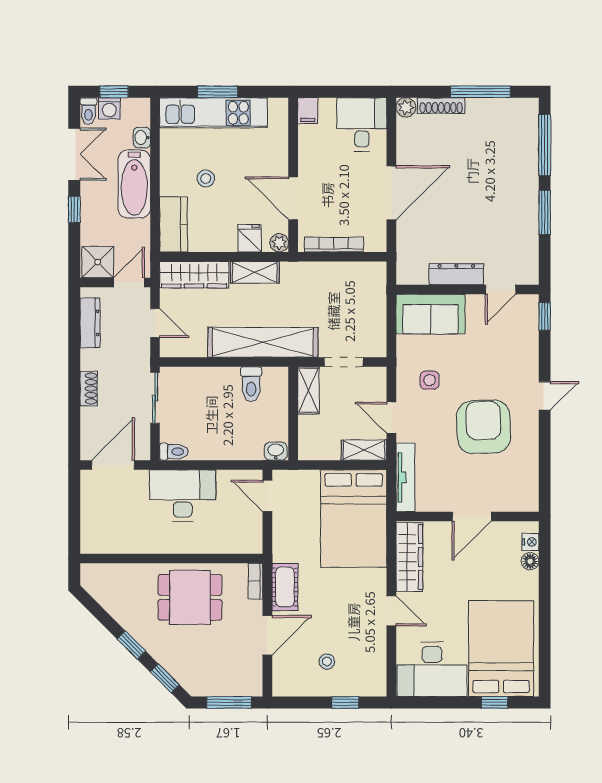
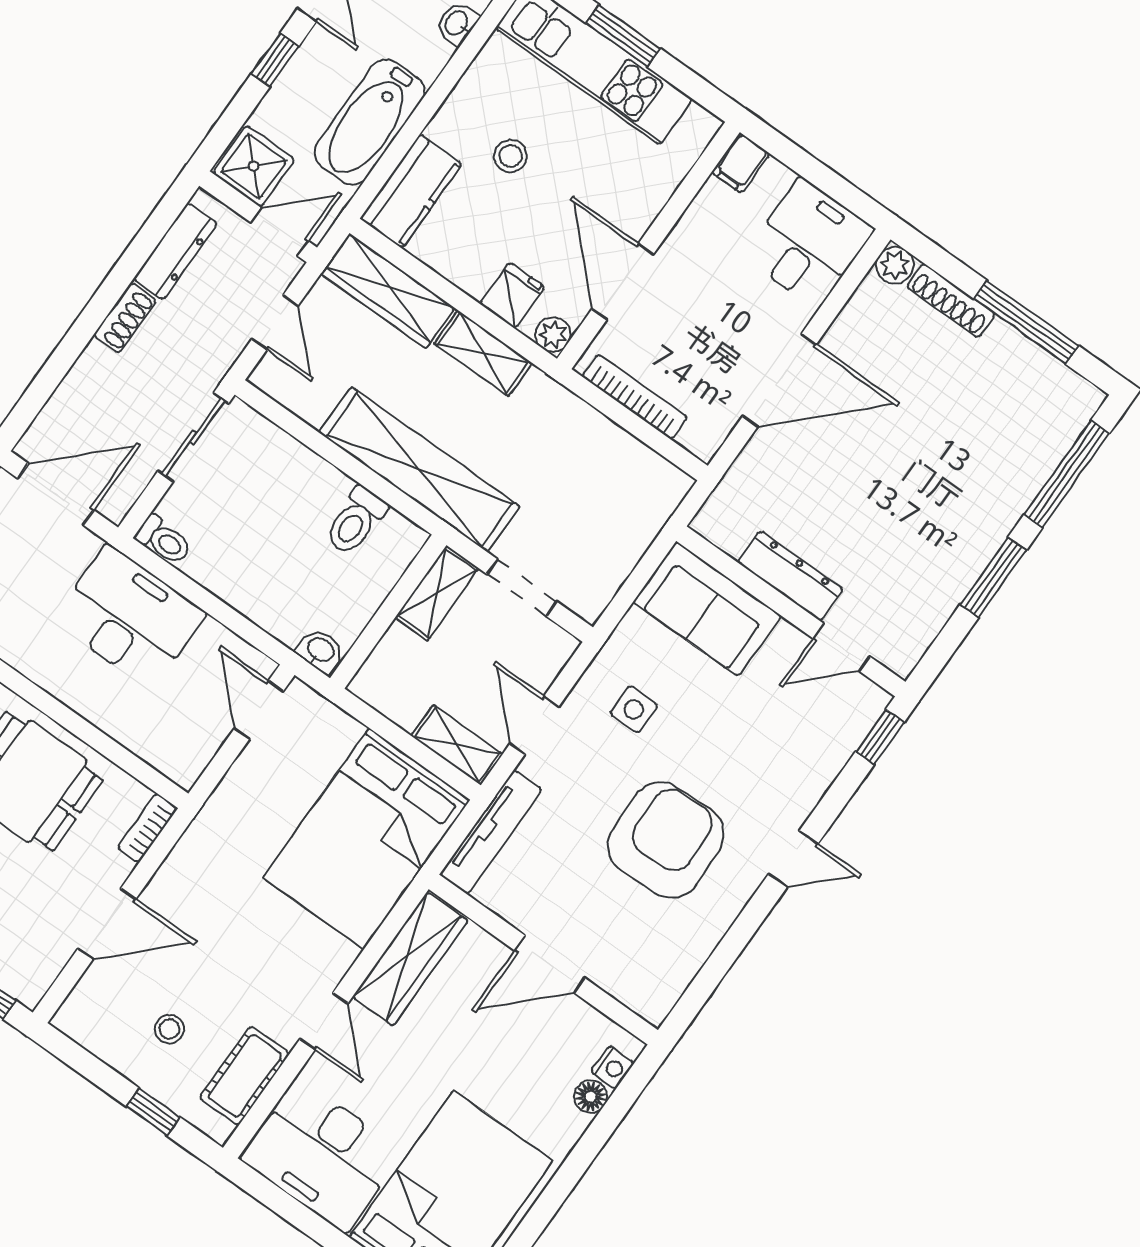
bathtub: (134, 184) -> (369, 122), moved
shoe rack: (89, 389) -> (125, 318), moved
cot: (285, 587) -> (245, 1076), moved

